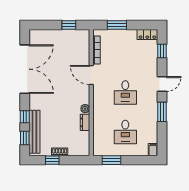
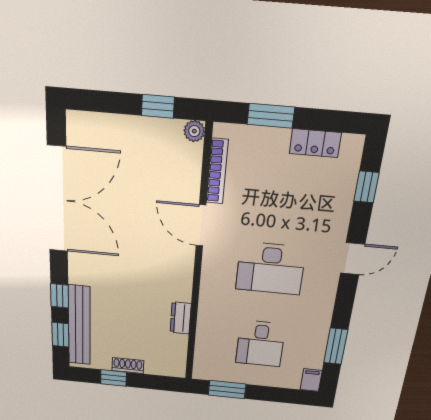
locker: (147, 35) -> (315, 143), moved
desk: (125, 93) -> (270, 268), width x1.37
plant: (85, 109) -> (194, 131), moved
window: (162, 112) -> (336, 346), moved

